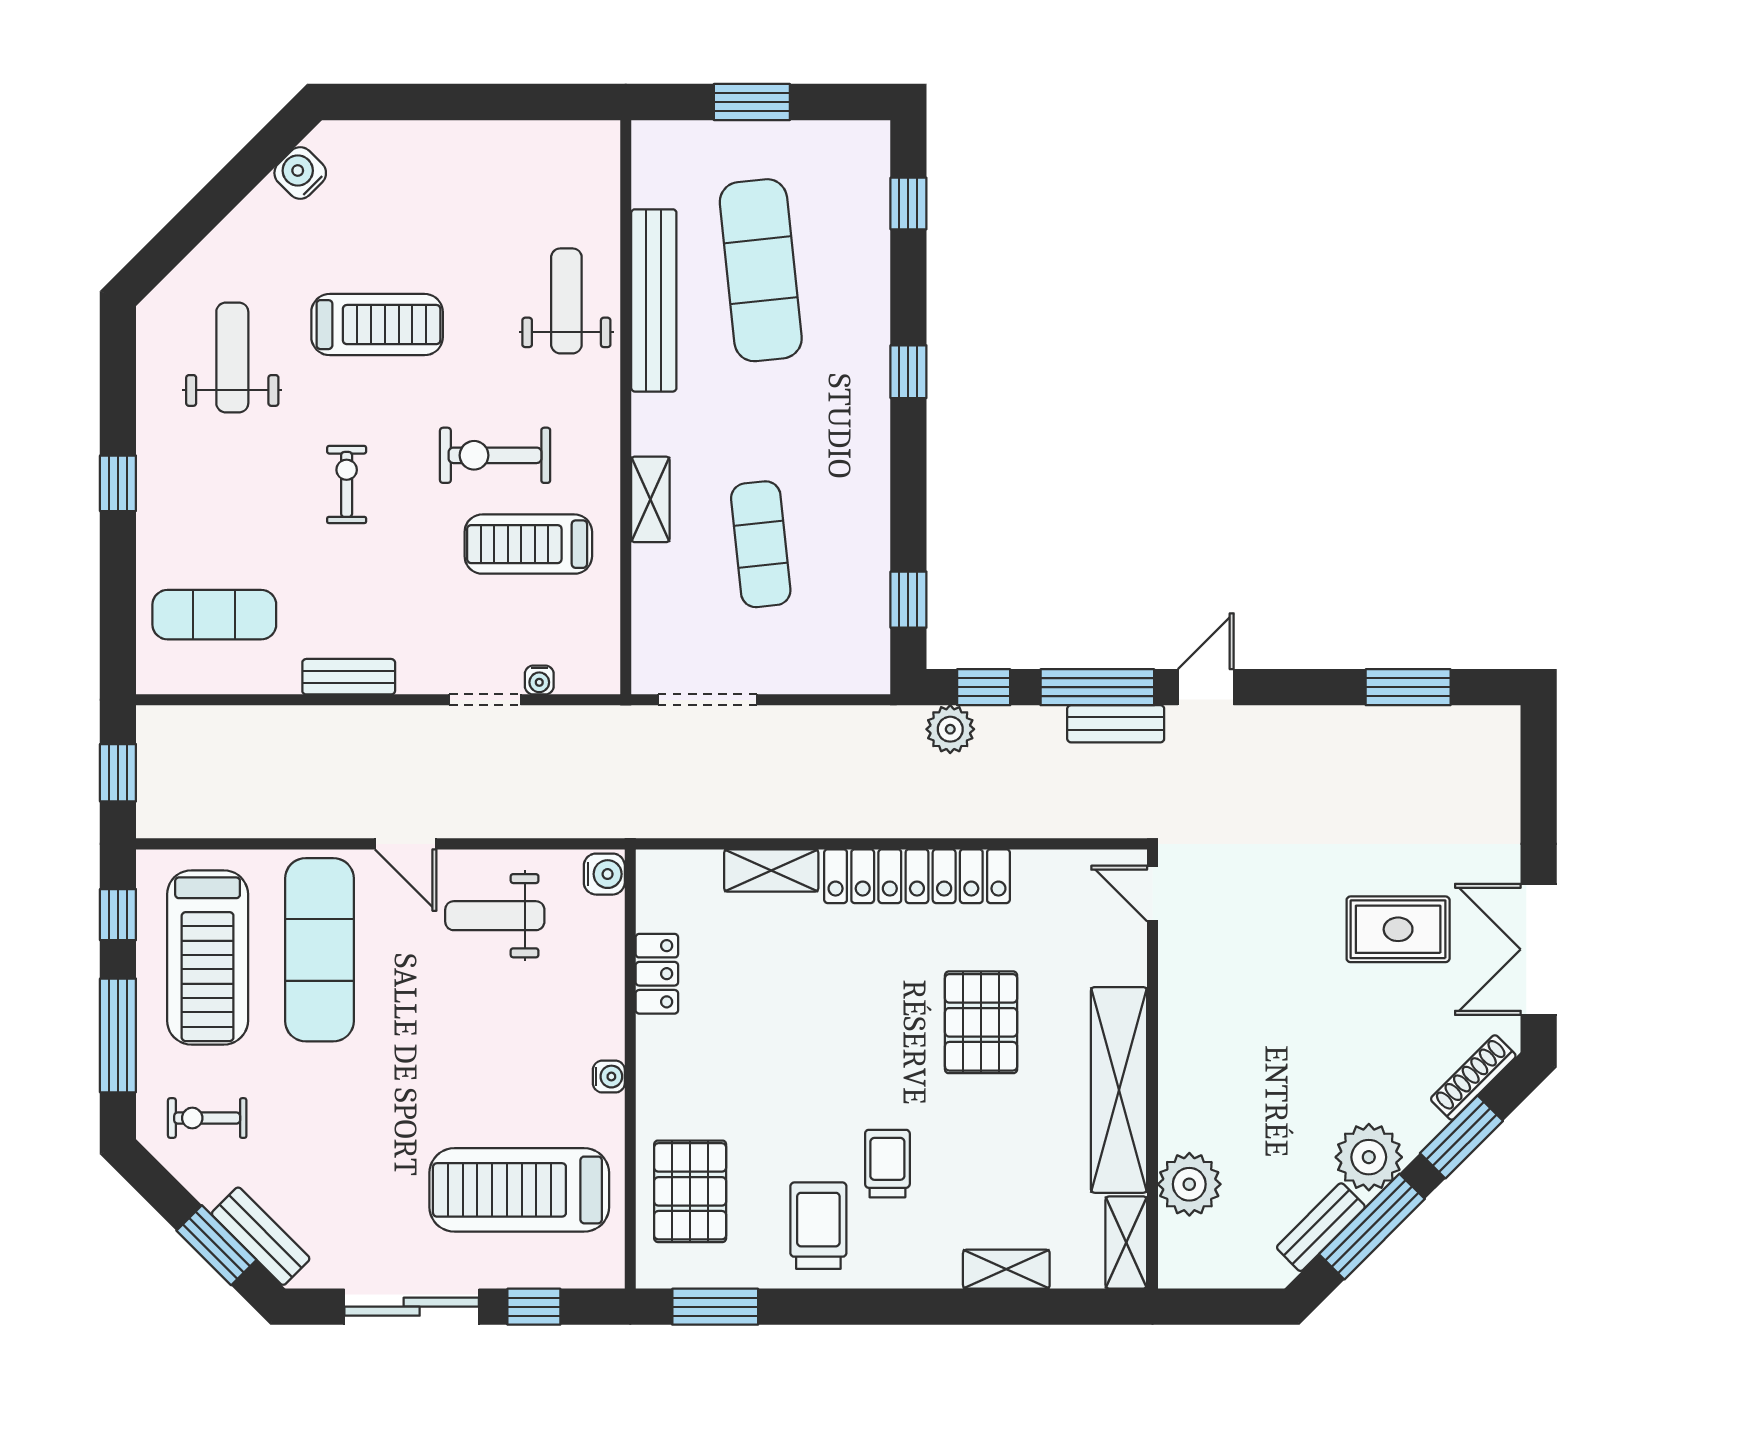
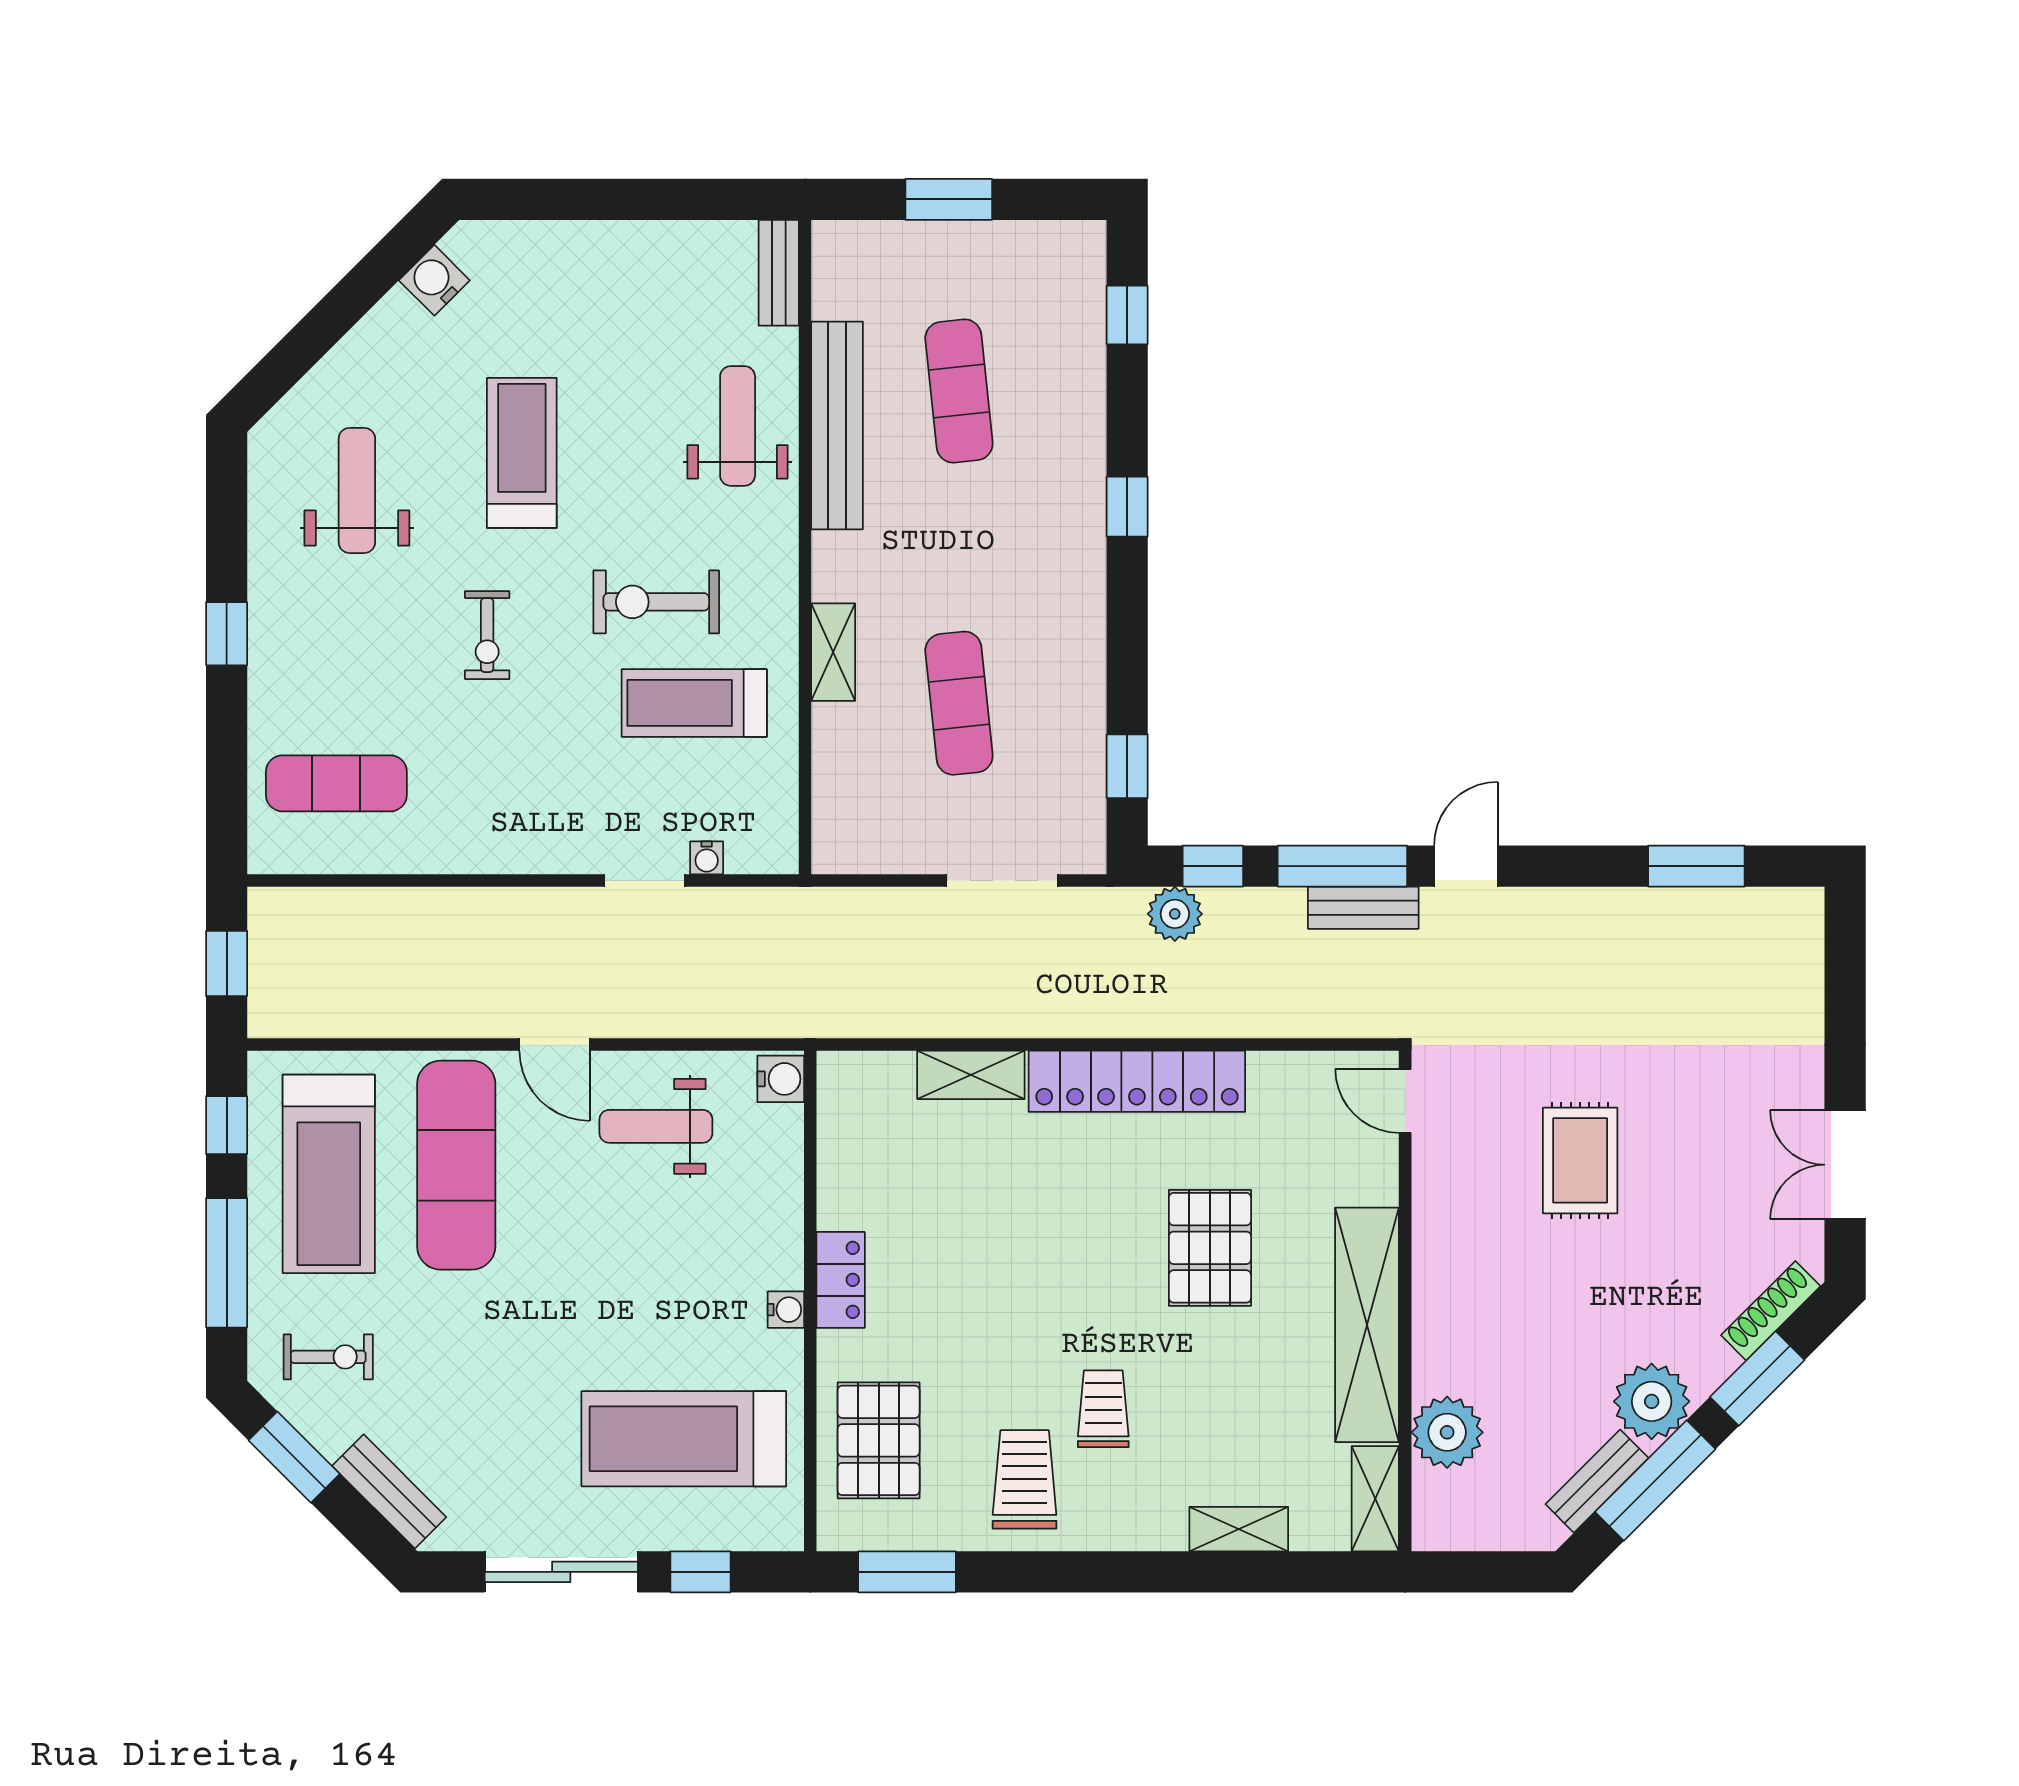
exercise mat: (761, 270) -> (959, 391), width x0.73, depth x0.69
treadmill: (377, 325) -> (522, 453), turned -90
exercise bike: (347, 484) -> (487, 635), turned 180
bench: (349, 677) -> (779, 273), moved, turned 90
doorway: (708, 700) -> (1002, 880), moved
rug: (1398, 929) -> (1580, 1160), moved, turned 90
double door: (1539, 949) -> (1845, 1165), width x0.73
locker: (657, 974) -> (841, 1280), moved
exercise bike: (207, 1118) -> (328, 1357), turned 180
window: (216, 1245) -> (294, 1457), moved

